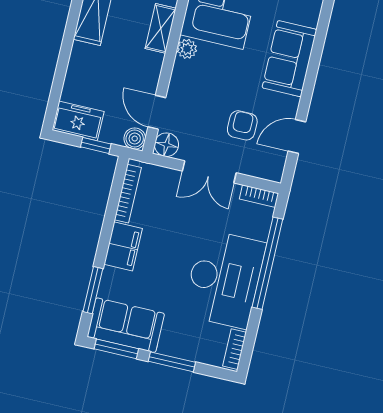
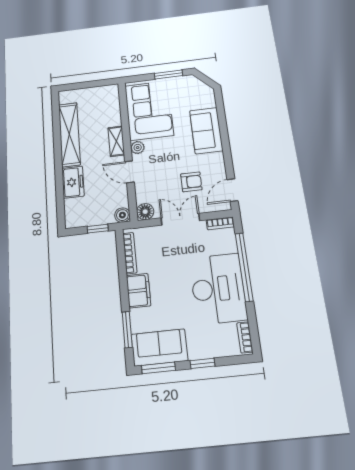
door: (157, 112) -> (130, 172), moved
freezer: (78, 121) -> (73, 182), moved, turned 90
armchair: (242, 125) -> (191, 182), turned 90
door: (297, 136) -> (233, 190), moved
double door: (209, 172) -> (180, 219), swing flipped
window: (172, 362) -> (203, 363), width x0.67

